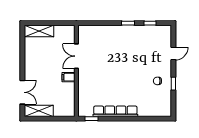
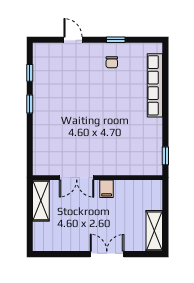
shelving: (39, 31) -> (41, 200), moved
double door: (22, 92) -> (107, 254), moved
row of seats: (115, 111) -> (155, 85), moved

